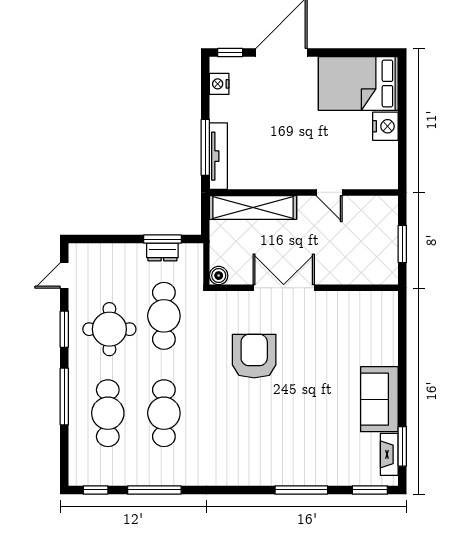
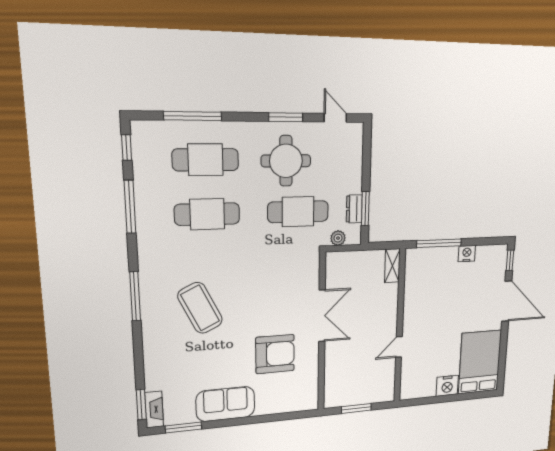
nightstand: (219, 84) -> (467, 254), moved
tv unit: (218, 156) -> (432, 255), removed
shelving: (253, 207) -> (392, 266), width x0.45, depth x0.75
plant: (195, 270) -> (338, 238), added
boiler: (219, 276) -> (333, 259), removed
armchair: (254, 356) -> (275, 354), moved
window: (64, 396) -> (193, 116), moved
coffee table: (265, 424) -> (200, 308), added
fireplace: (389, 454) -> (154, 409), moved, turned 90
window: (301, 490) -> (135, 296), moved

